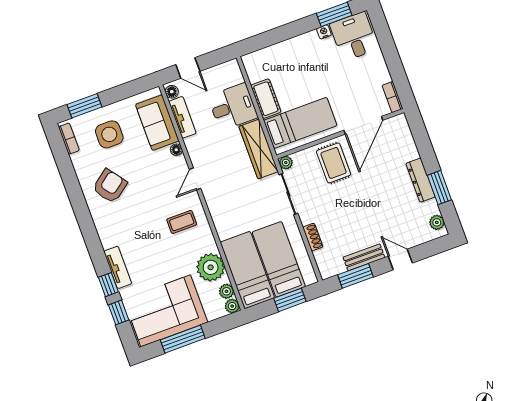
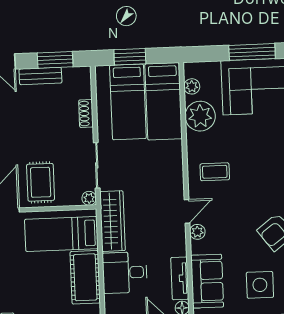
cot: (266, 99) -> (85, 277), width x1.37, depth x1.34
floor lamp: (176, 150) -> (197, 247), removed
plant: (232, 306) -> (197, 232), moved

